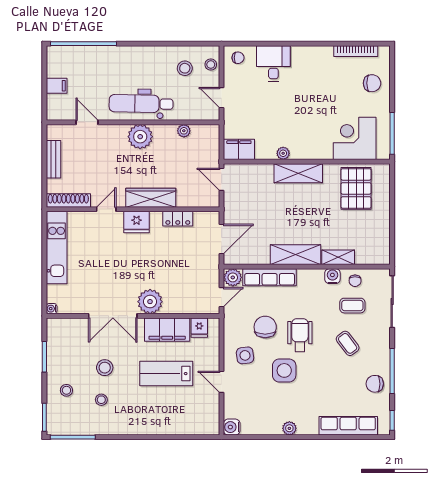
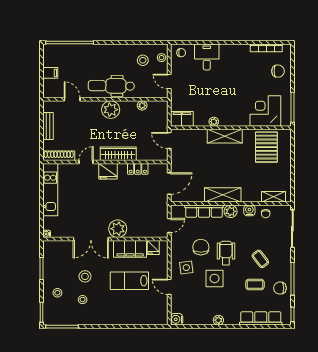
shelving: (338, 257) -> (273, 197), moved
plant: (233, 277) -> (231, 211), moved
coffee table: (352, 306) -> (255, 285), moved

